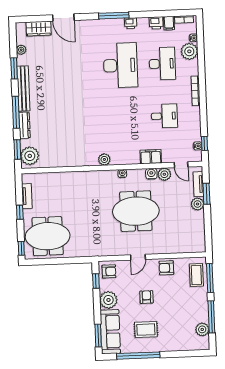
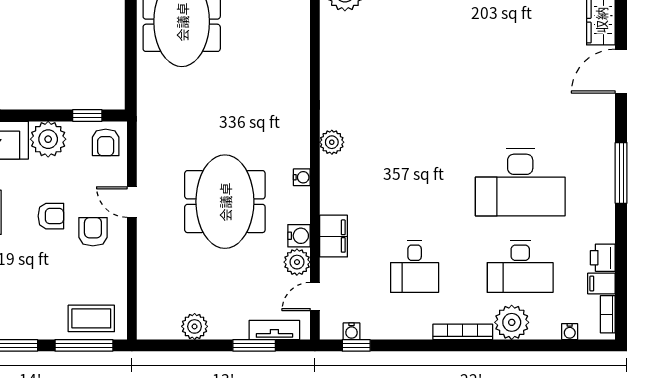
printer: (131, 23) -> (604, 206), removed
plant: (189, 51) -> (512, 322), moved
plant: (197, 204) -> (195, 326), moved
armchair: (166, 268) -> (93, 232), moved

